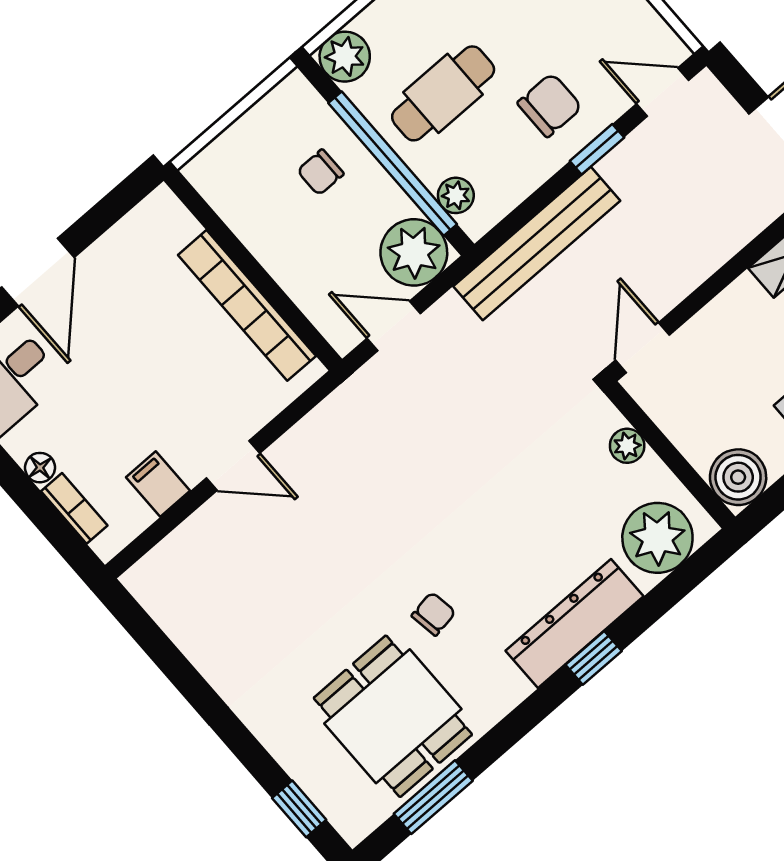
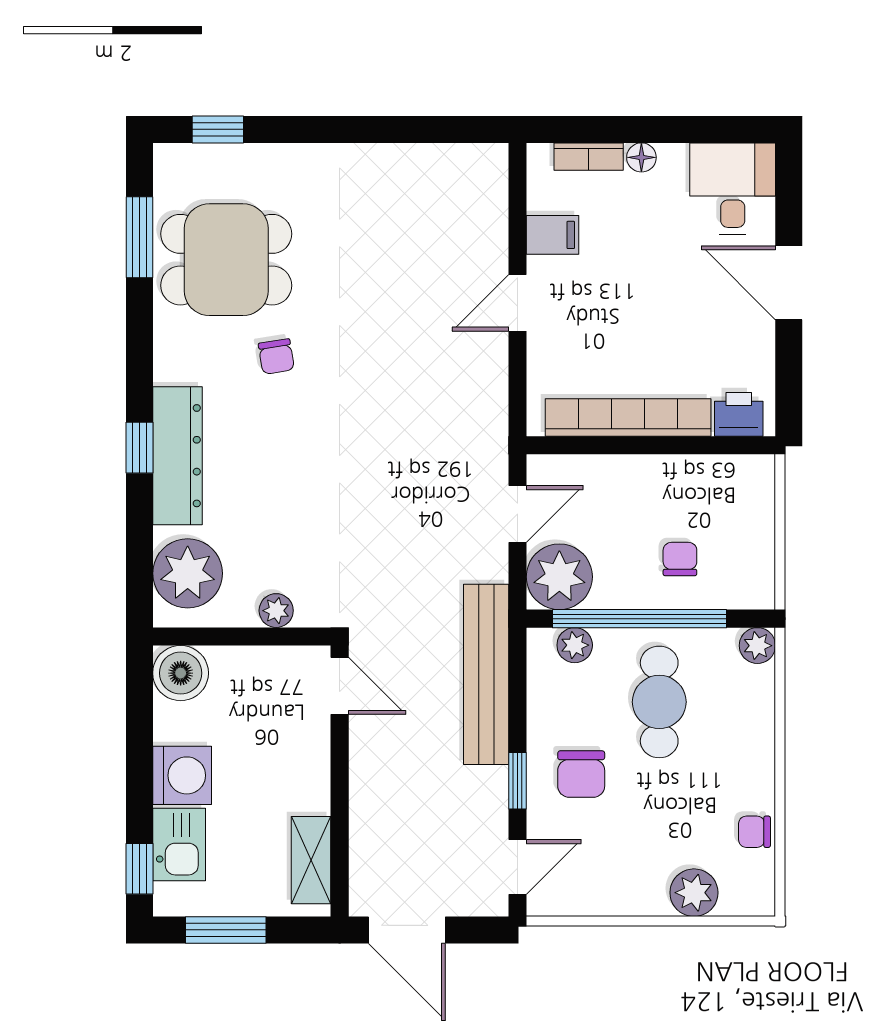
plant: (345, 57) -> (757, 646), width x0.73, depth x0.73
printer: (171, 223) -> (739, 414), added

